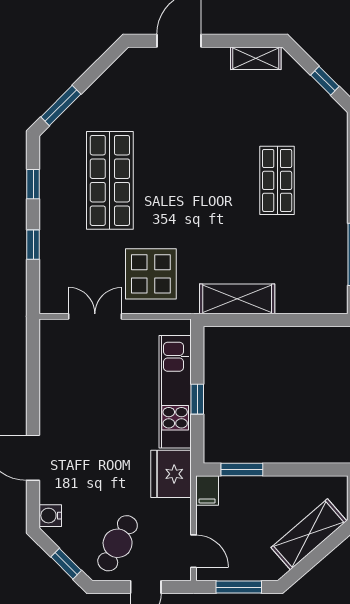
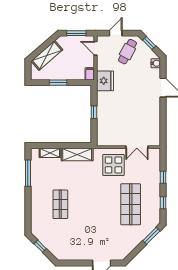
shelving: (256, 58) -> (50, 153), moved
kitchen unit: (175, 392) -> (103, 115), removed
window: (242, 470) -> (58, 83), moved

